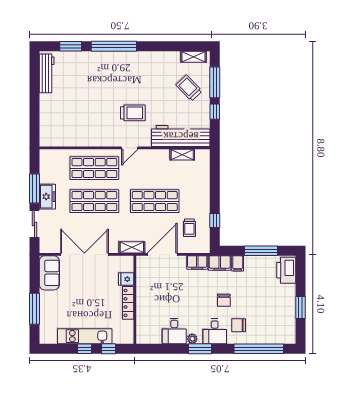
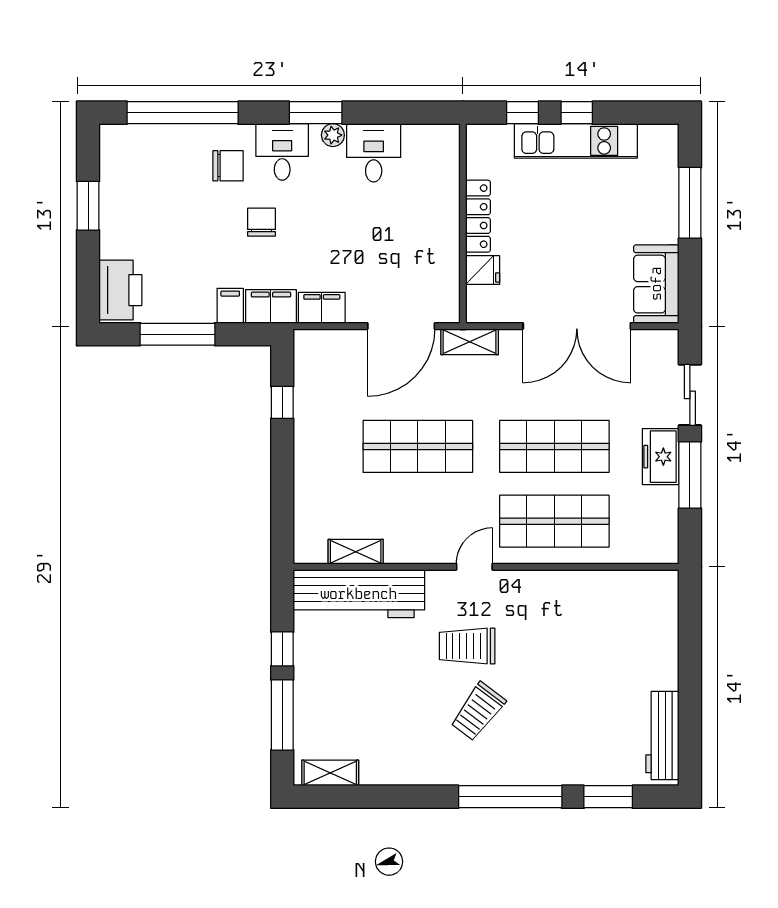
trolley: (189, 88) -> (478, 712), moved, turned 81
trolley: (189, 228) -> (339, 386), removed

